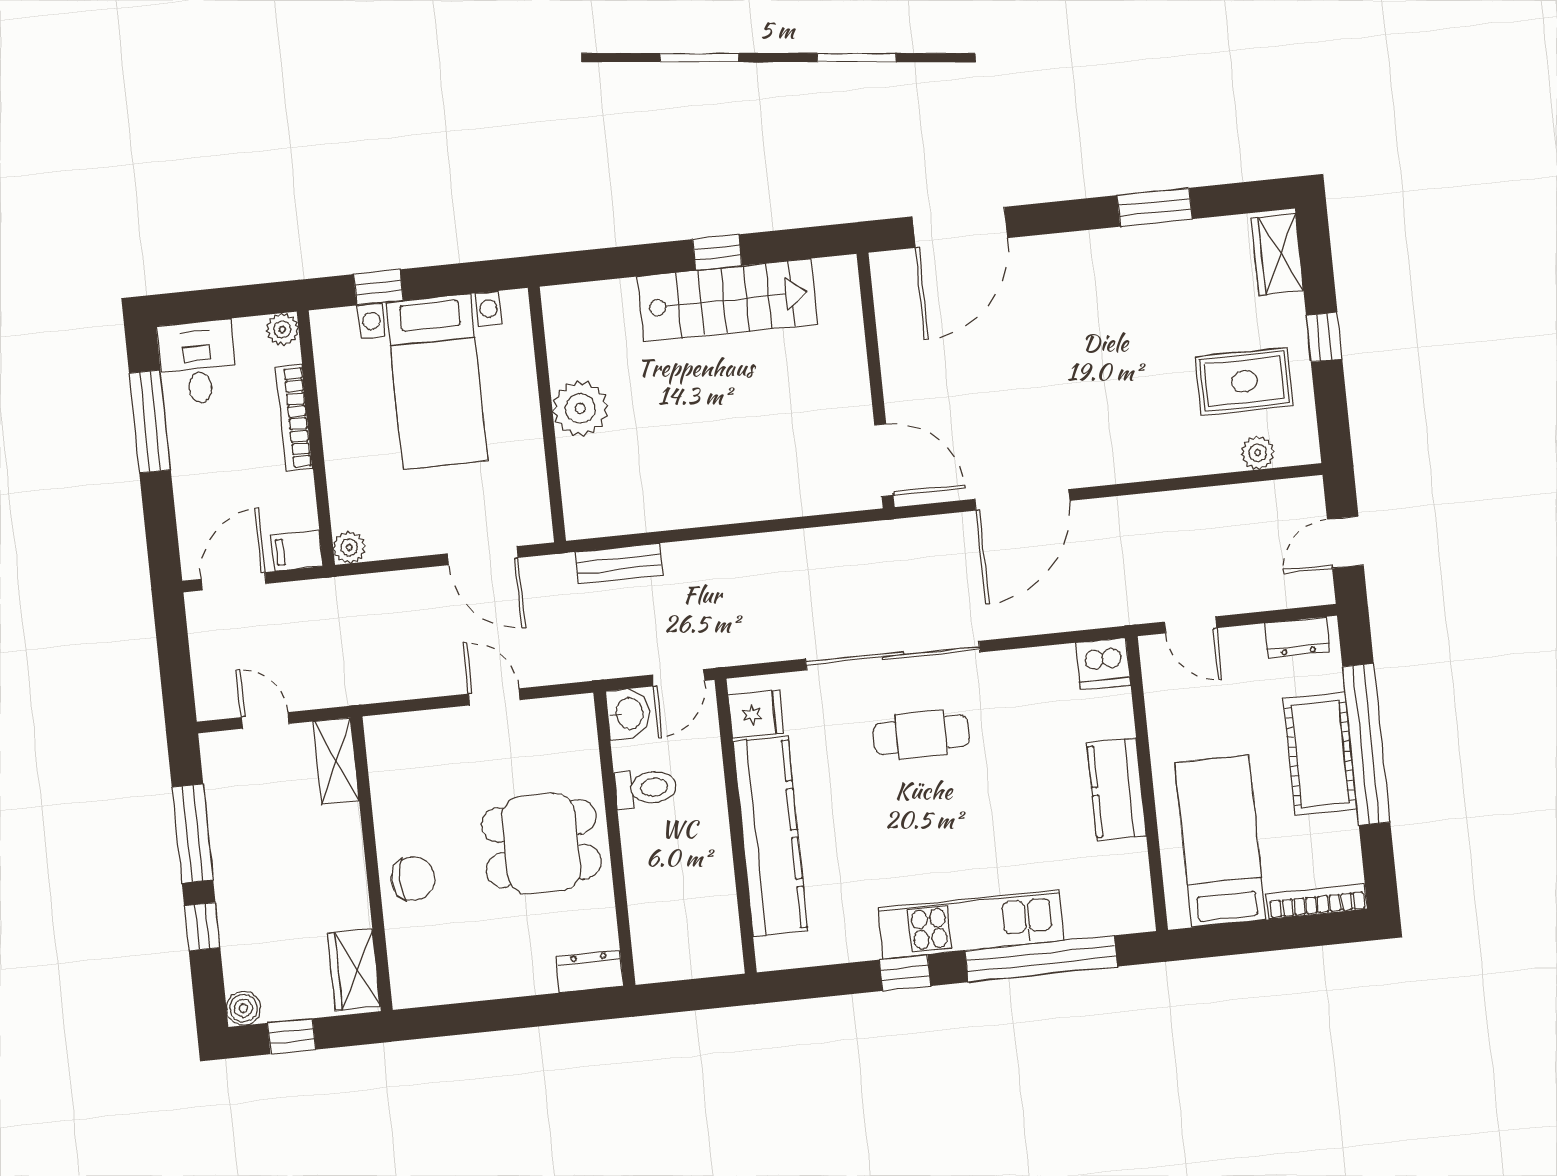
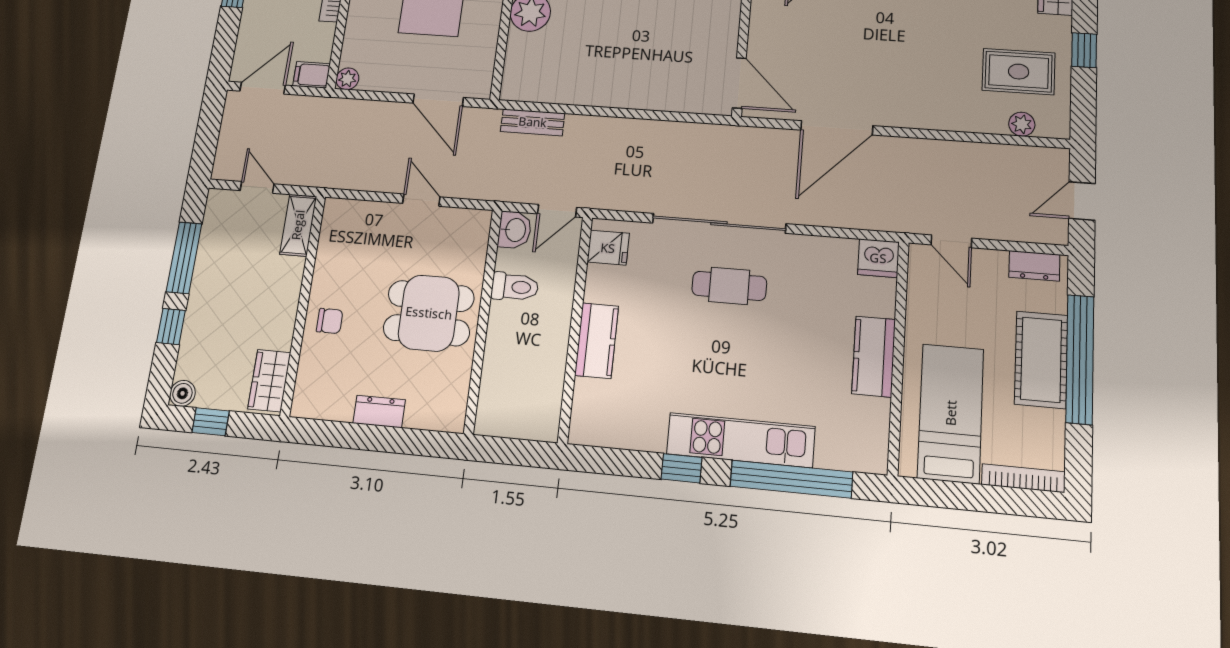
kitchen counter: (770, 836) -> (597, 341), width x0.48, depth x0.86
chair: (413, 879) -> (330, 321), width x0.73, depth x0.73
dresser: (590, 971) -> (379, 411), moved

